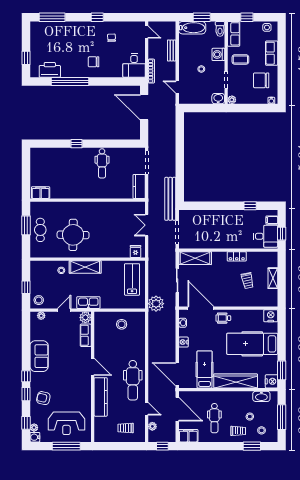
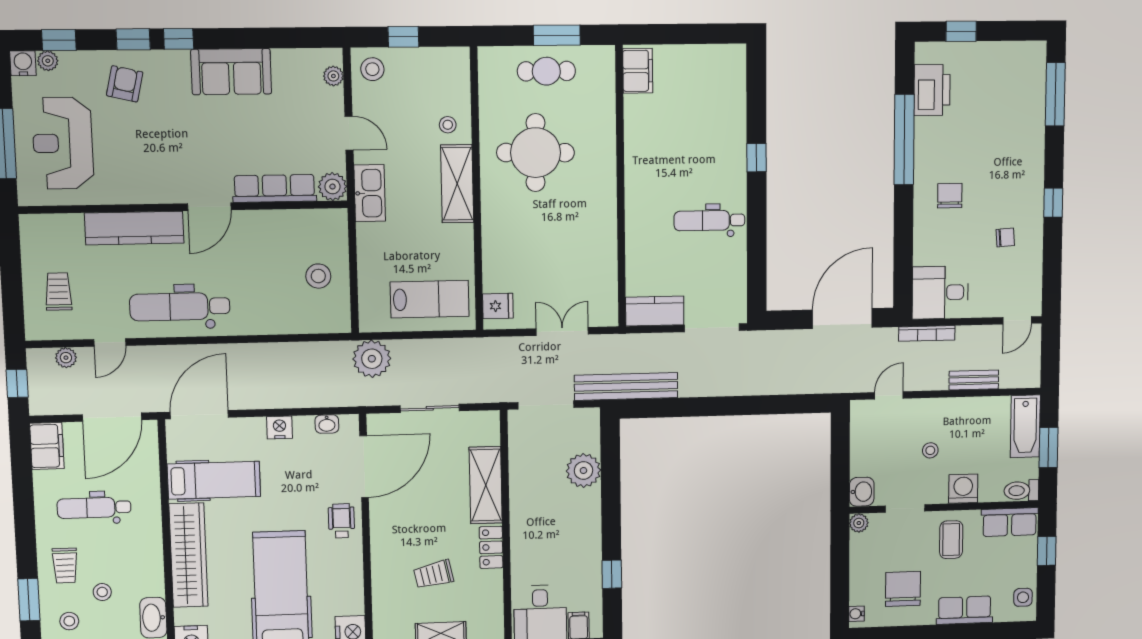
plant: (205, 217) -> (583, 471), added
shelving: (195, 258) -> (486, 485), moved
row of seats: (86, 335) -> (274, 188), width x1.48

